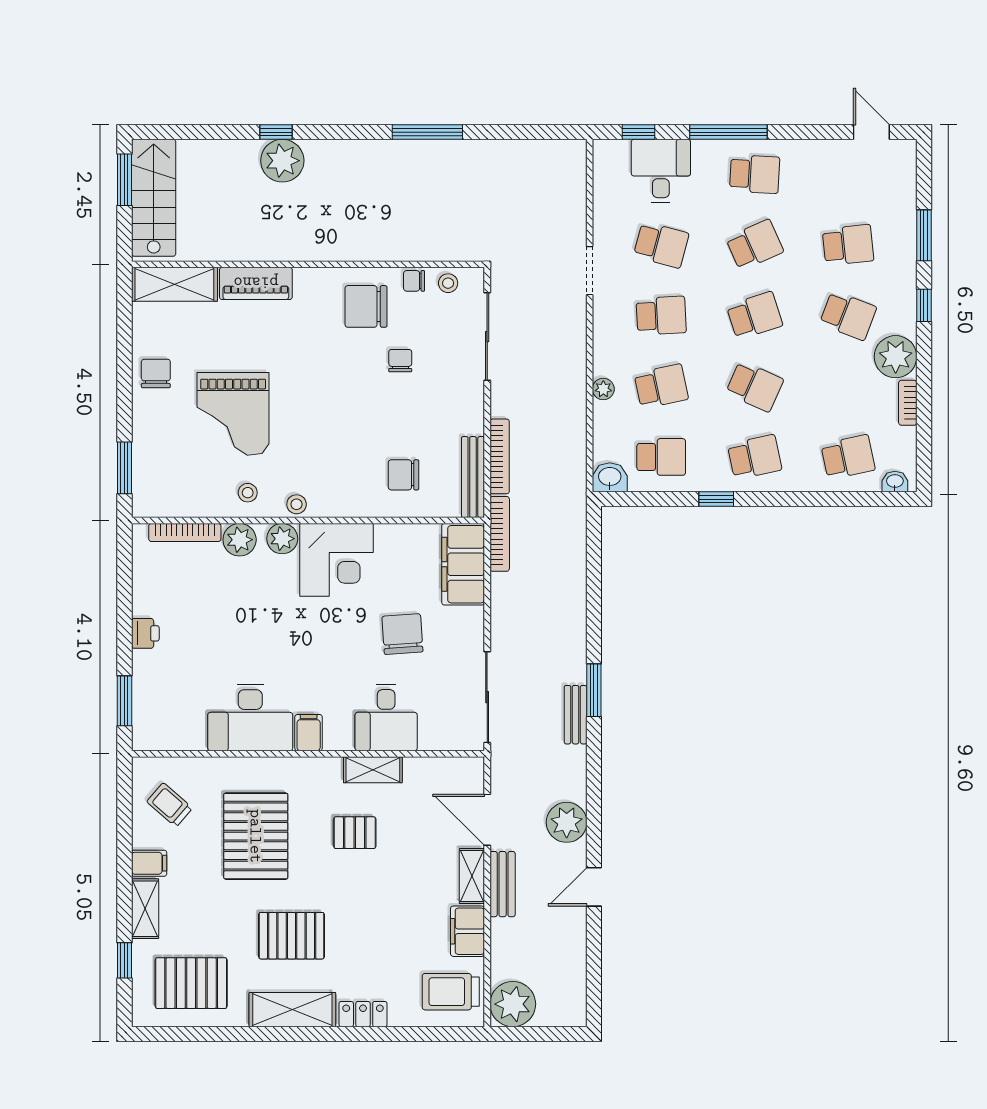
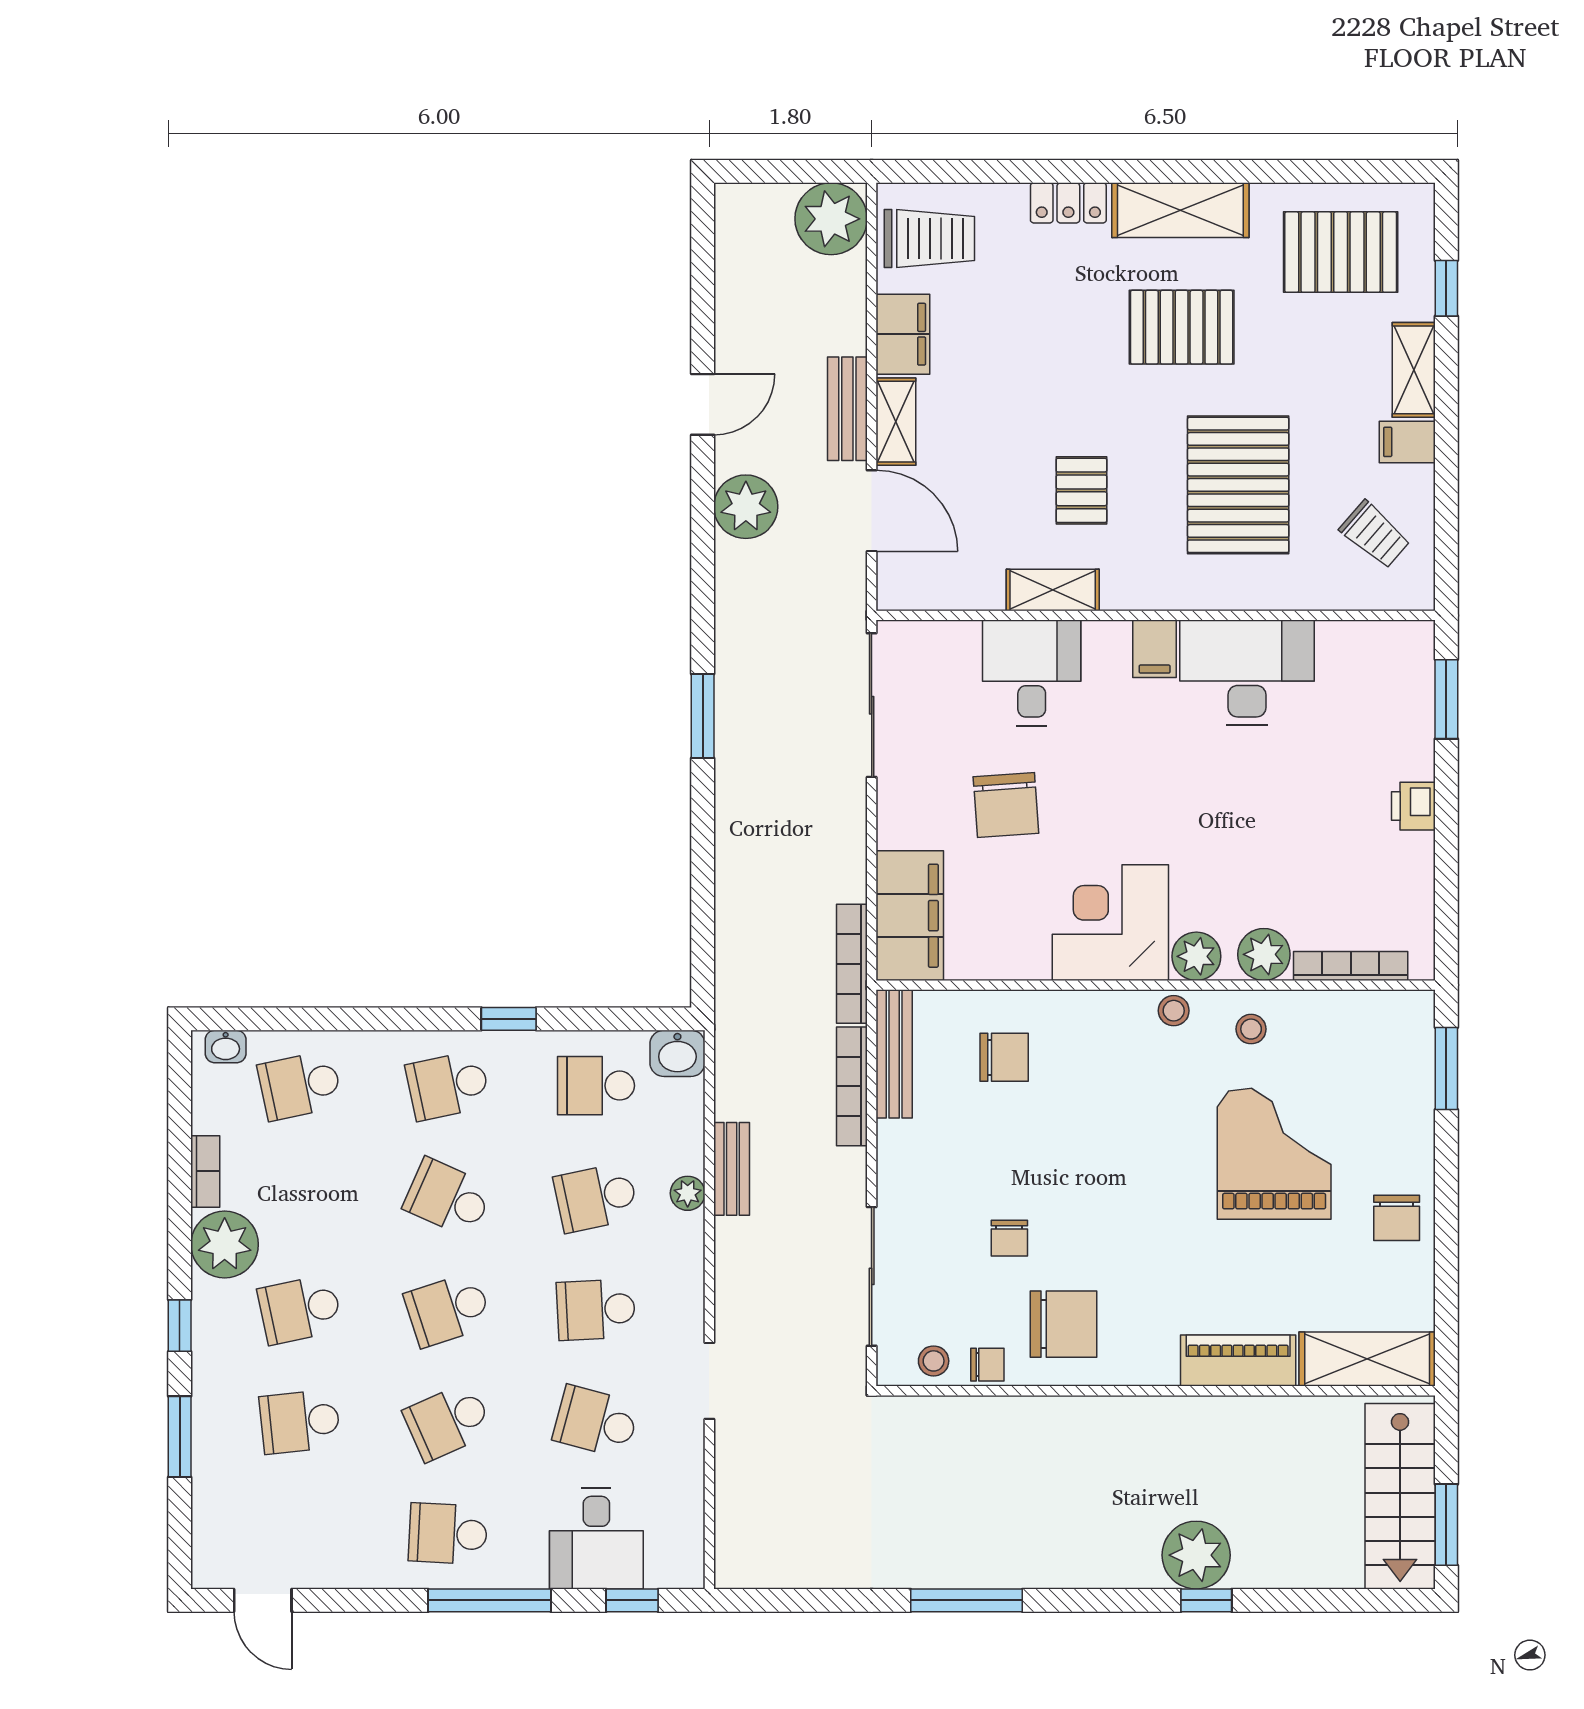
school desk: (848, 316) -> (300, 1310), turned -33
bench: (576, 715) -> (732, 1169), moved
pallet: (355, 833) -> (1081, 490), turned 90

